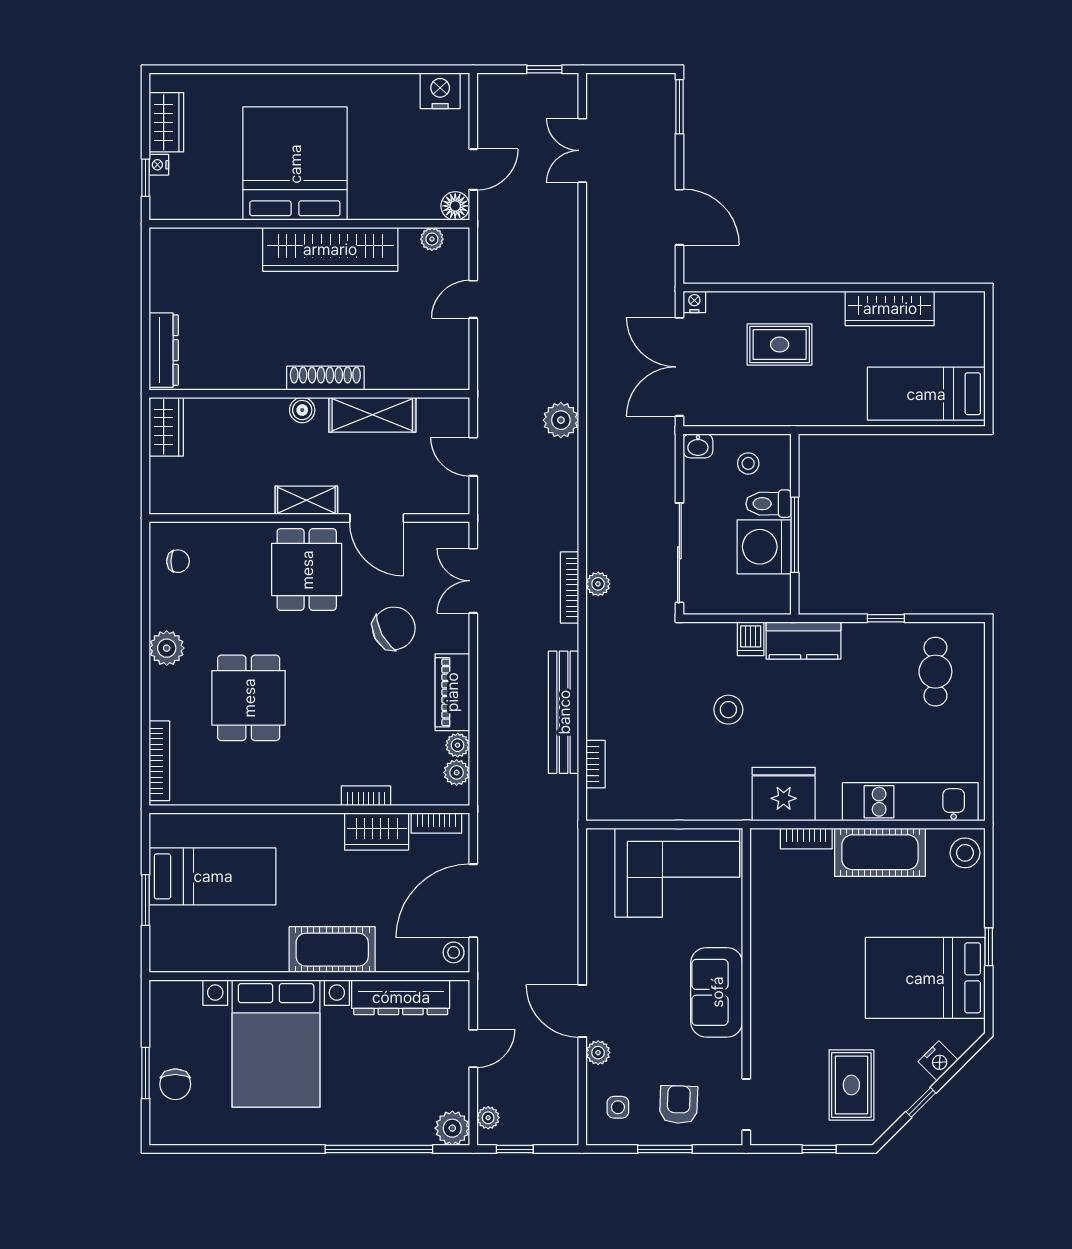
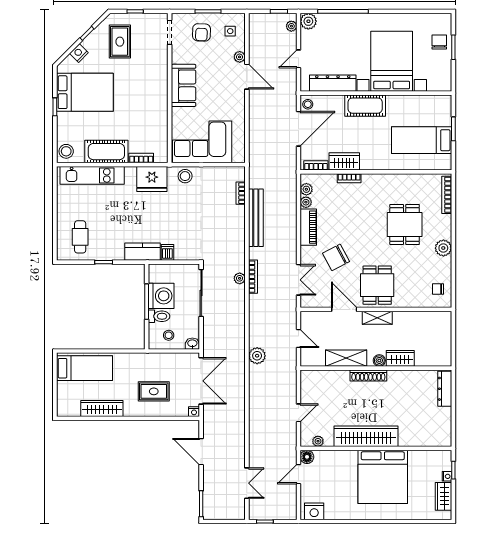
wardrobe: (166, 427) -> (400, 358), moved, turned 90
stool: (728, 710) -> (185, 176), moved

